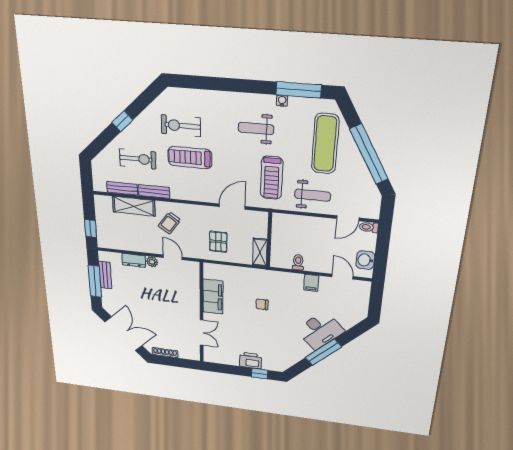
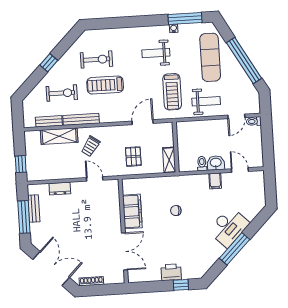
exercise bike: (181, 126) -> (97, 60), turned 180
bench: (154, 191) -> (81, 119), width x1.36
washbasin: (365, 260) -> (216, 163), moved, turned 90
plant: (152, 262) -> (76, 187), removed
double door: (202, 333) -> (124, 251), width x1.37

